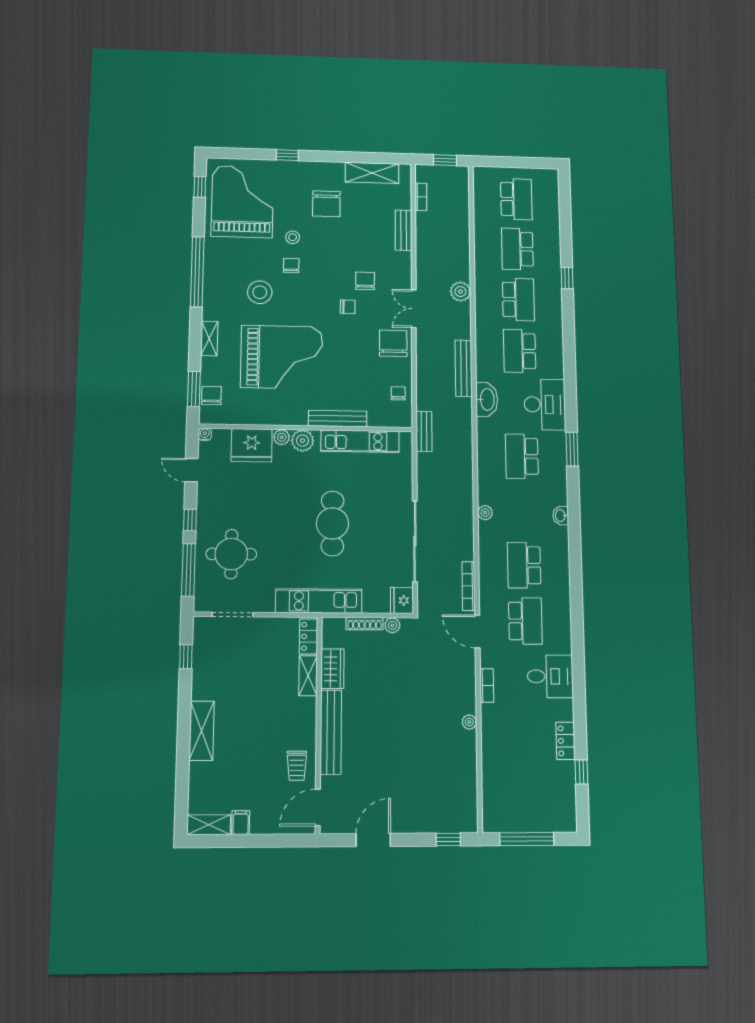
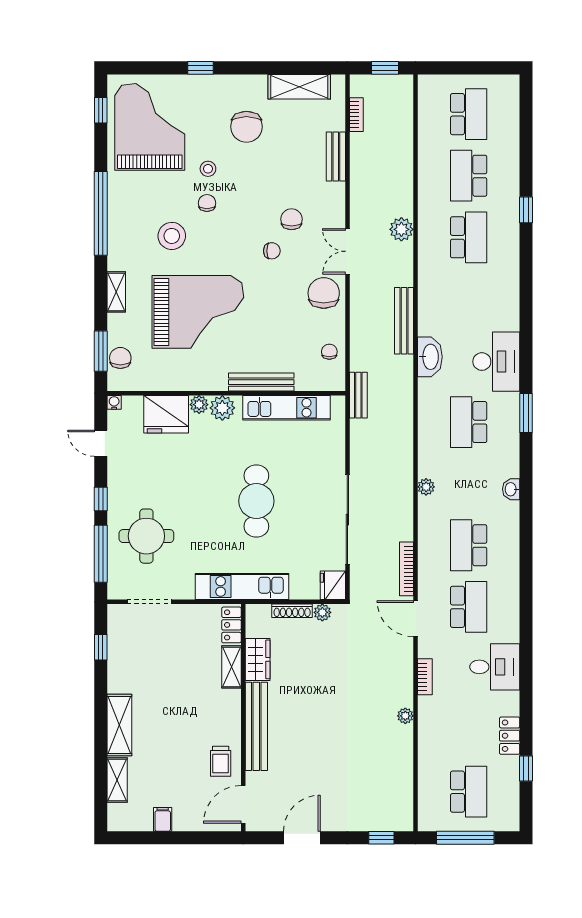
school desk: (520, 351) -> (469, 792), moved, turned 180
shelving: (209, 825) -> (117, 780), moved, turned 90

